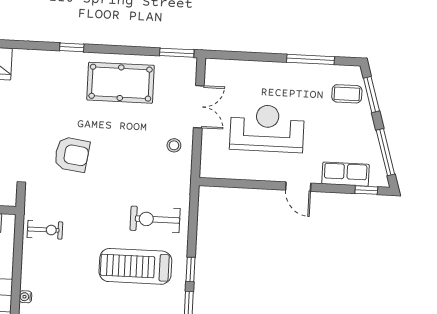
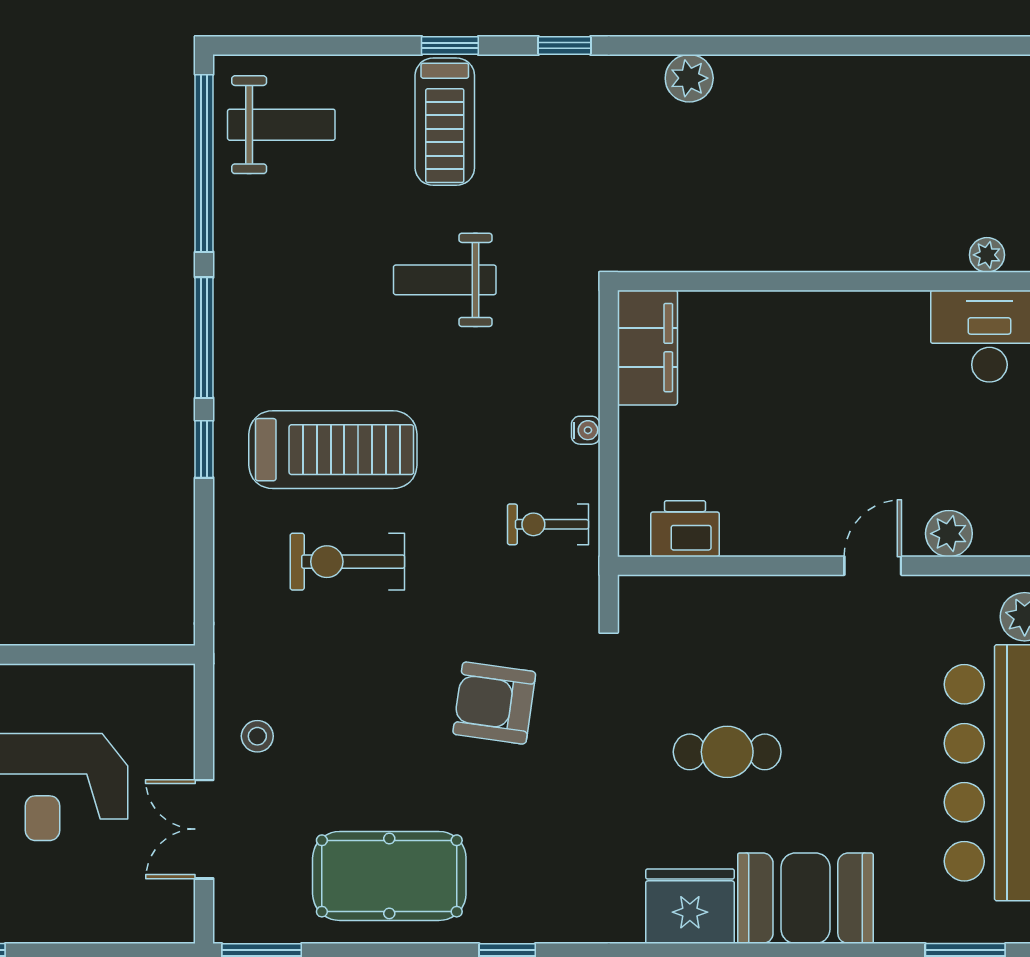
exercise bike: (155, 219) -> (347, 562), moved, turned 180
water cooler: (25, 297) -> (586, 430), moved

